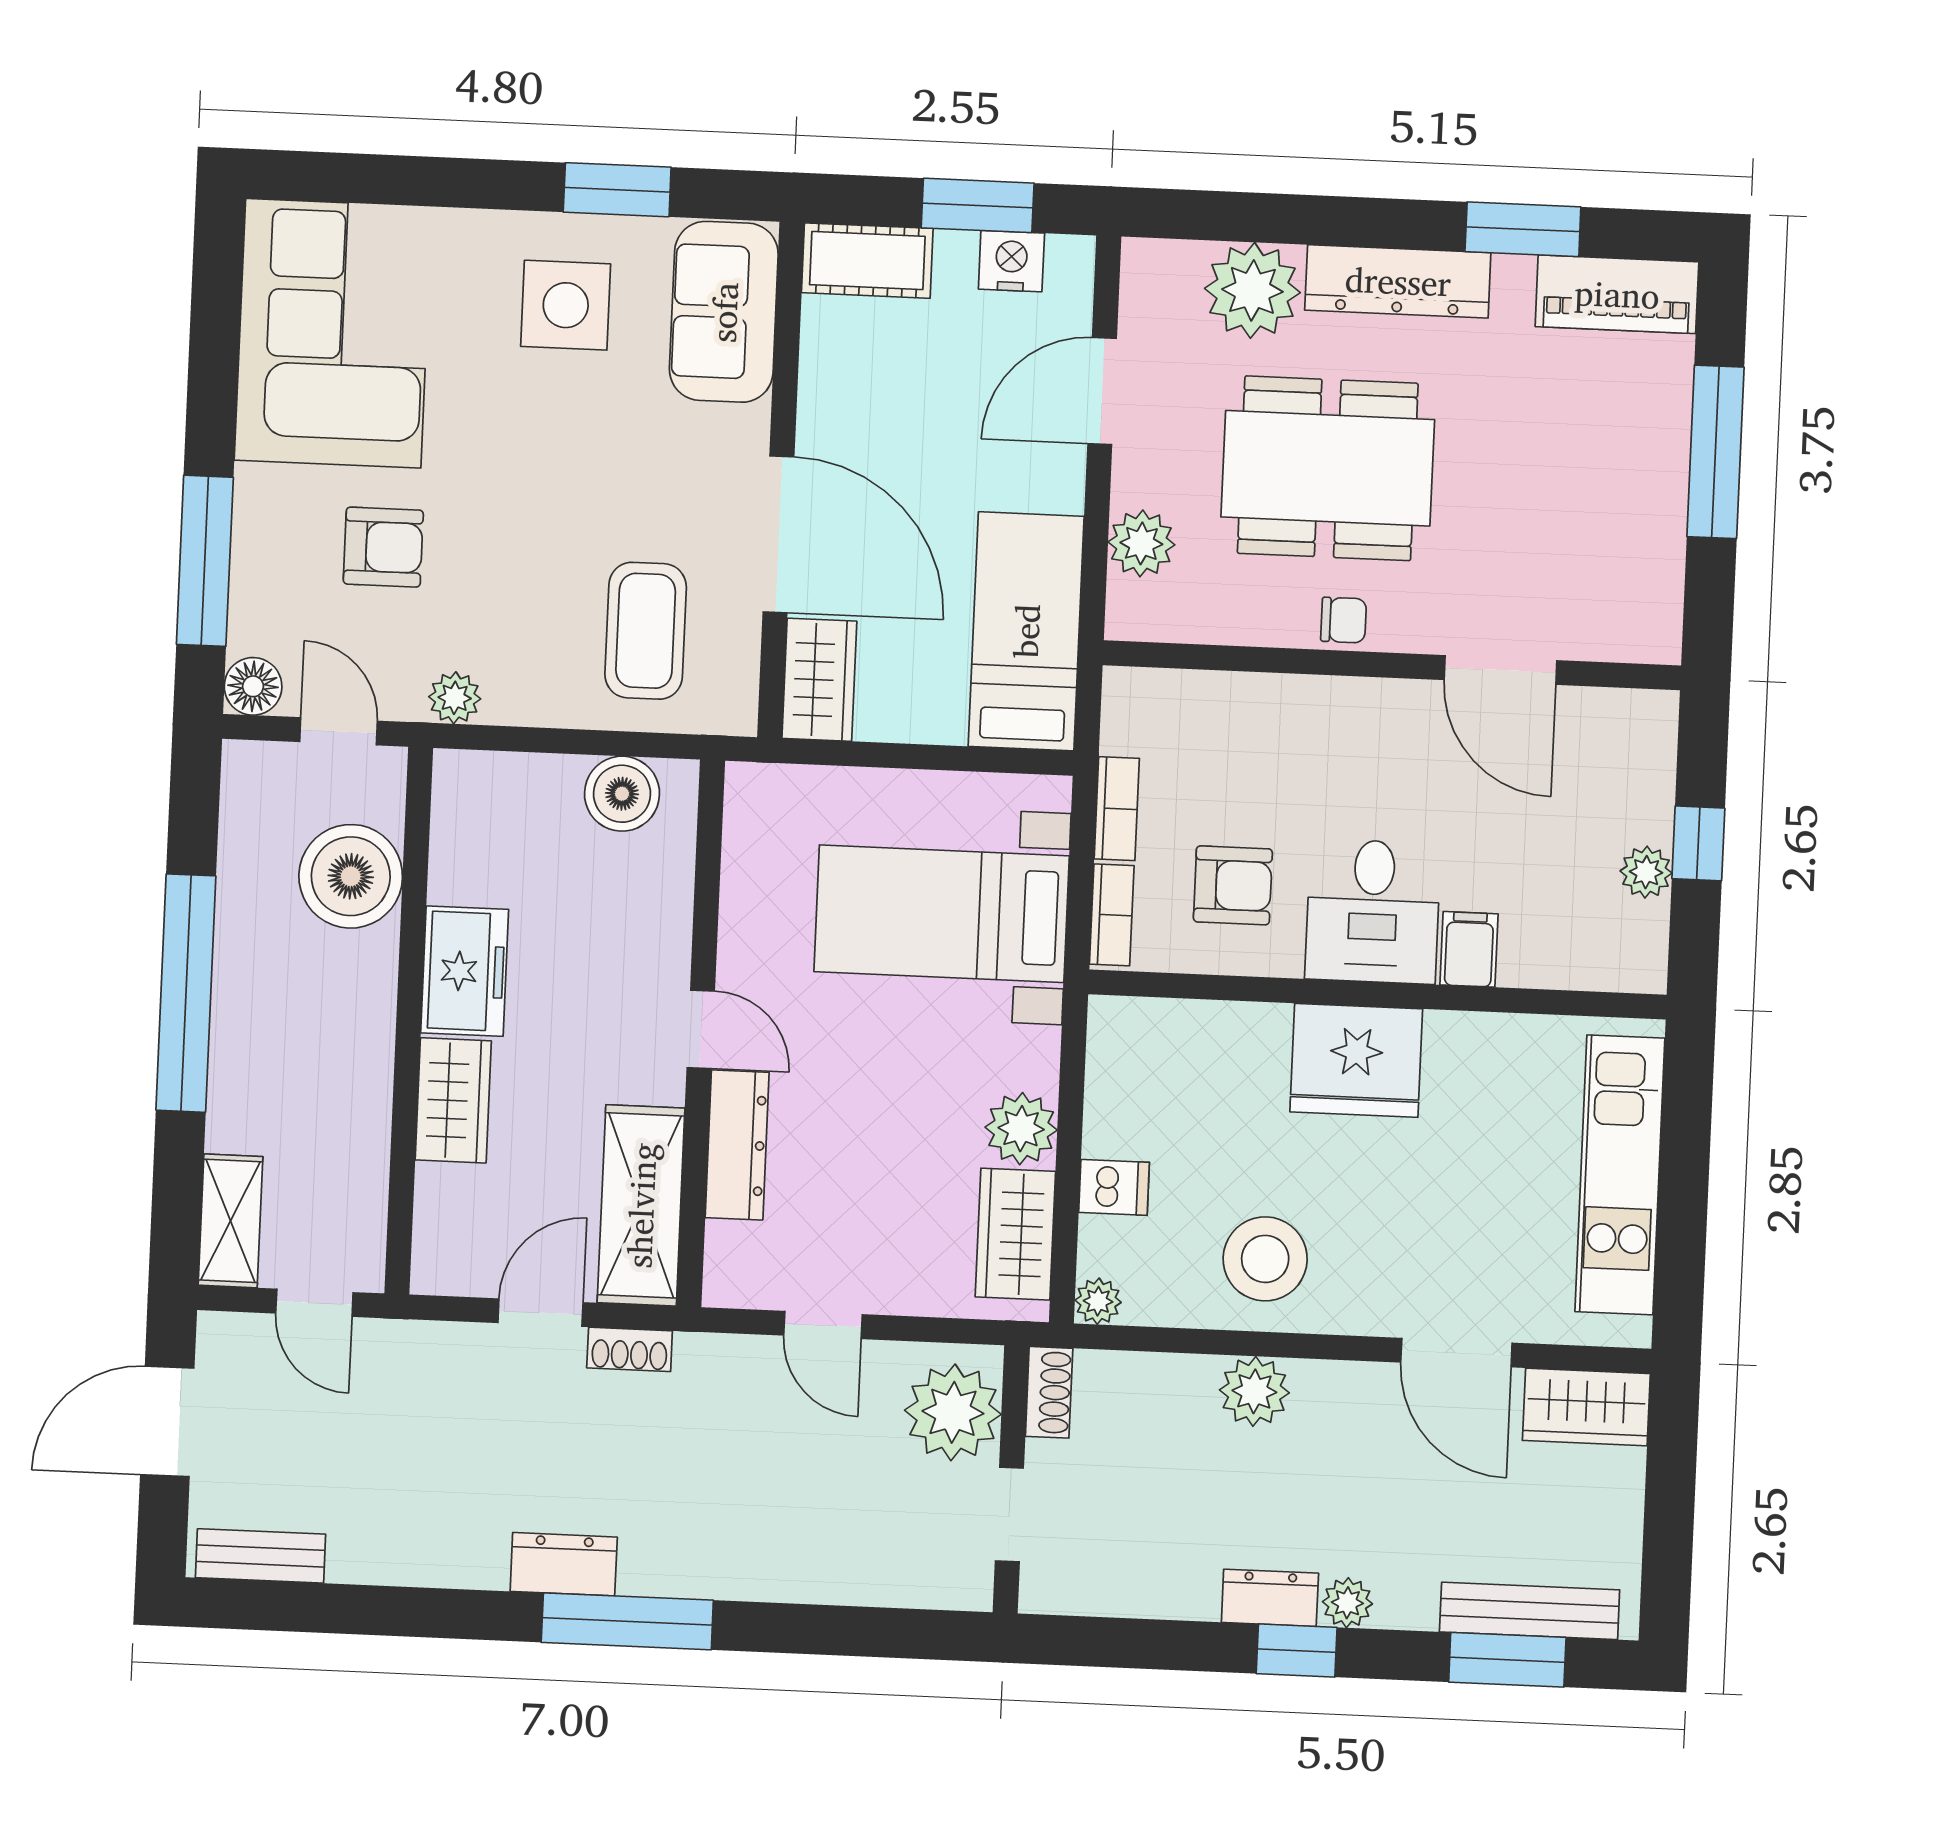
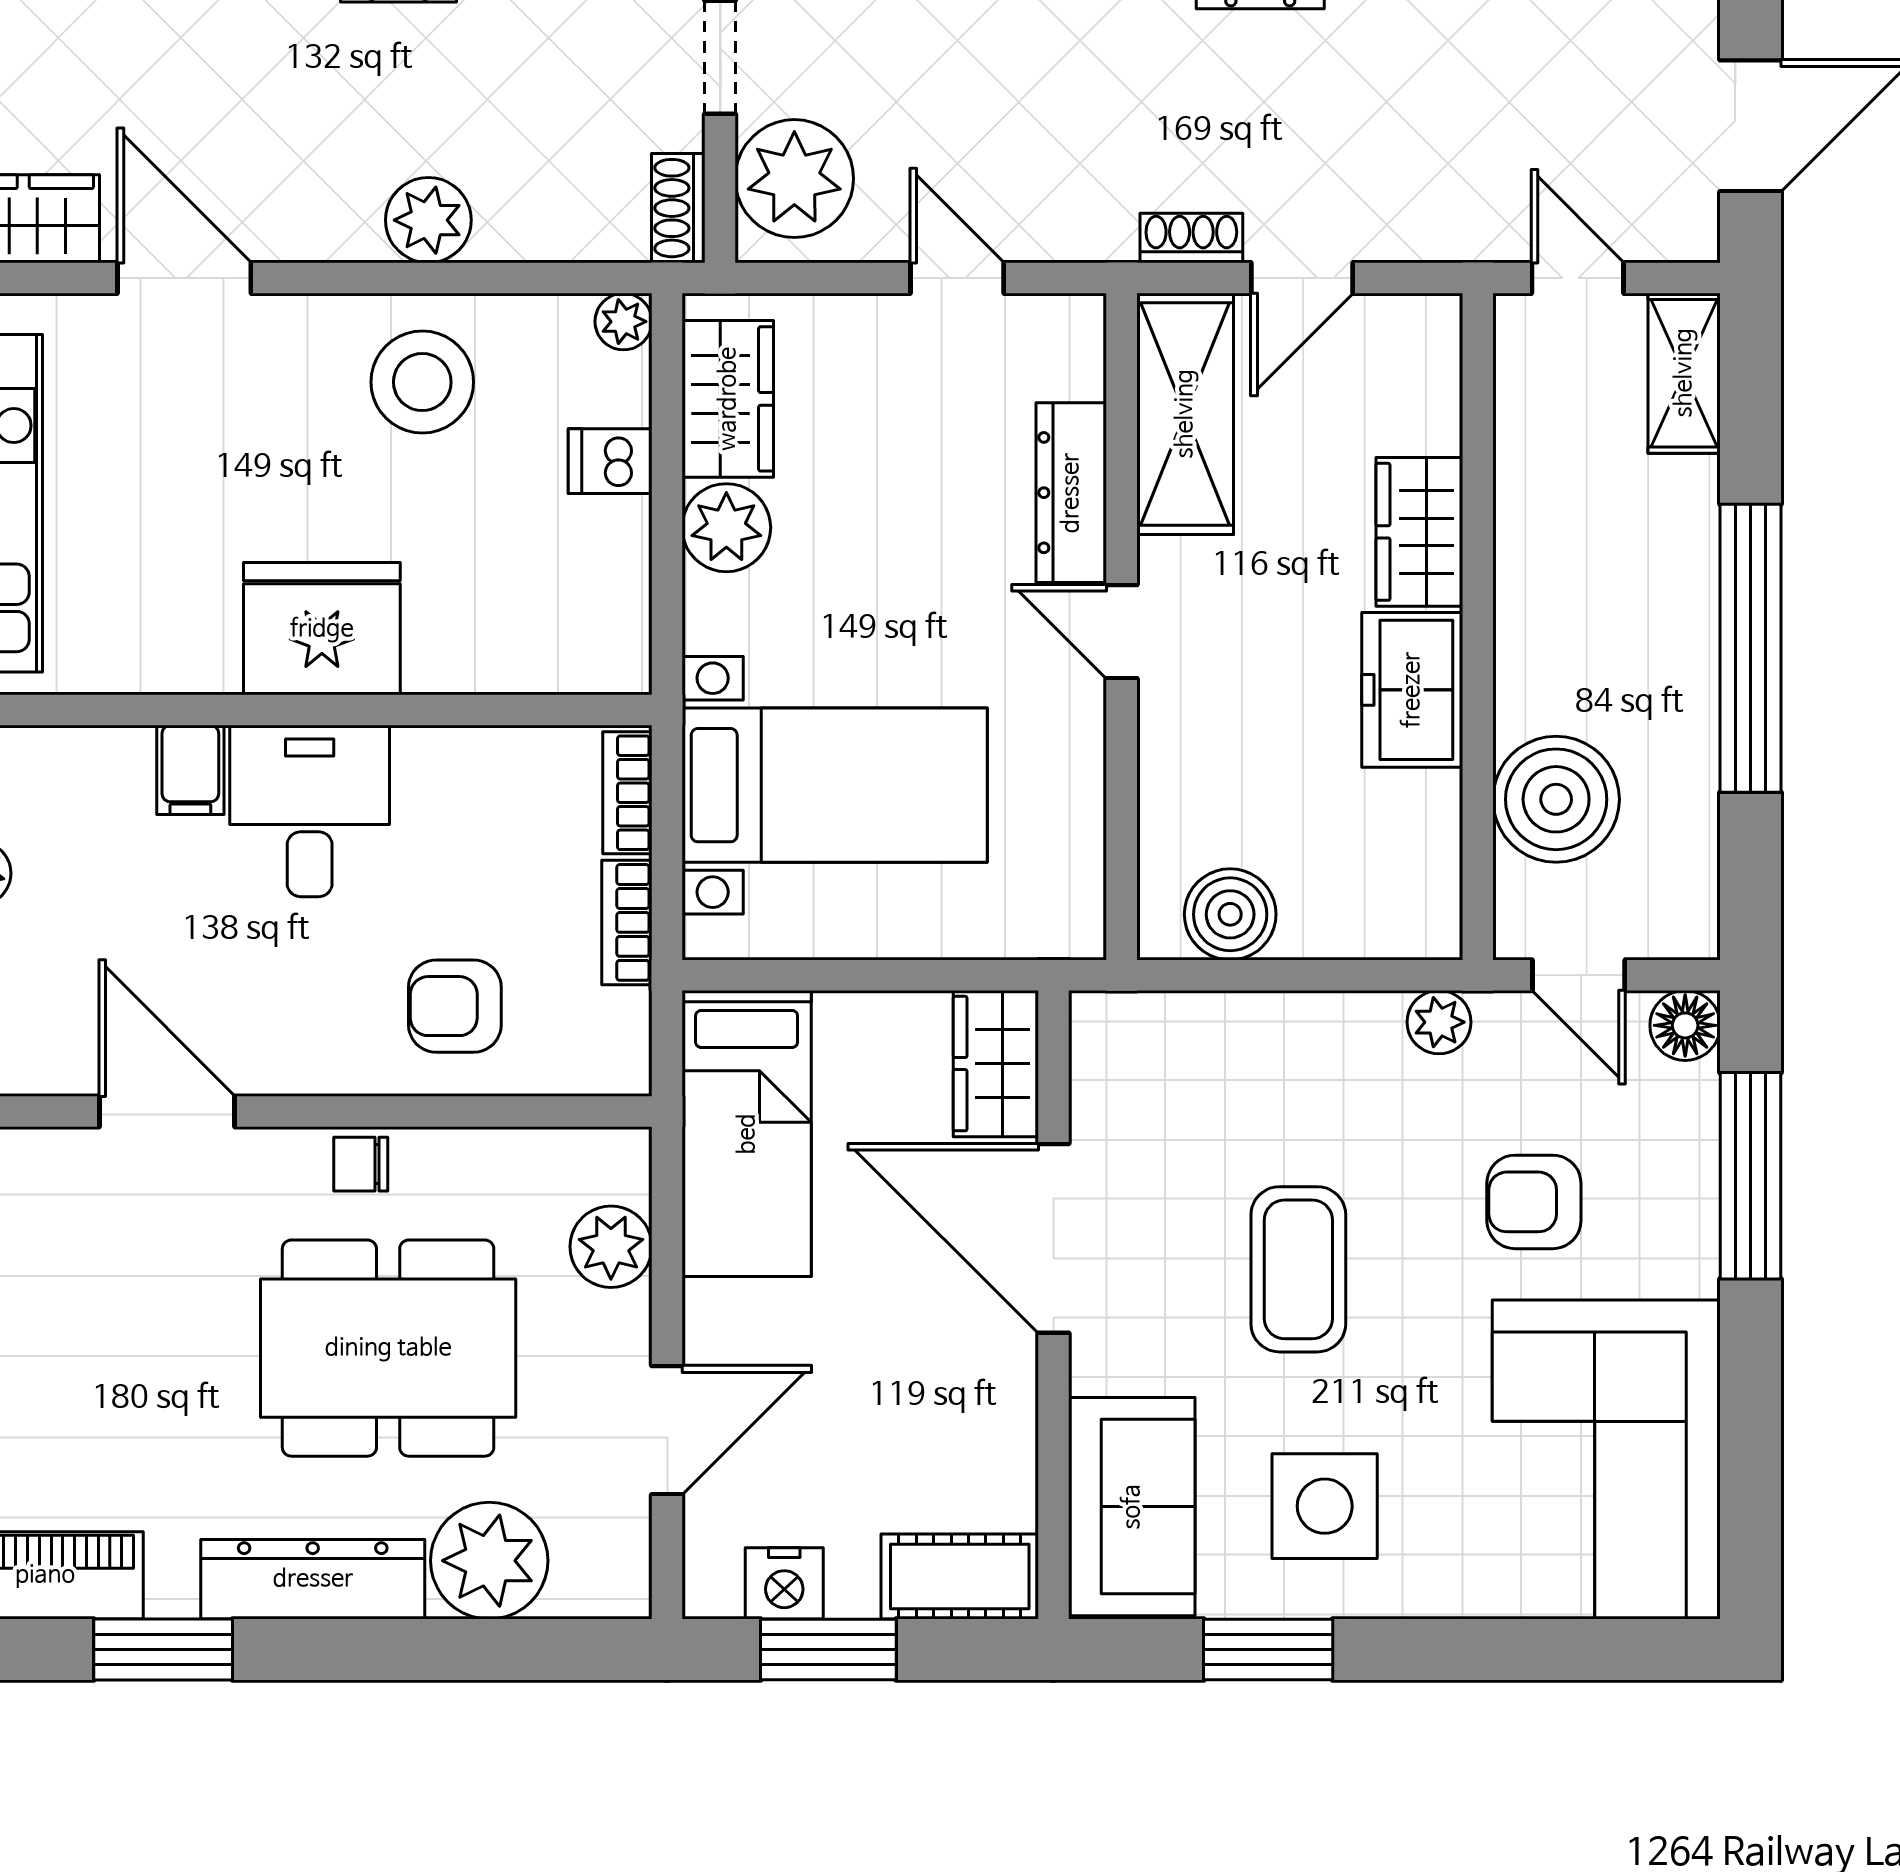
coffee table: (646, 631) -> (1298, 1269), moved
armchair: (1233, 885) -> (455, 1006), moved

